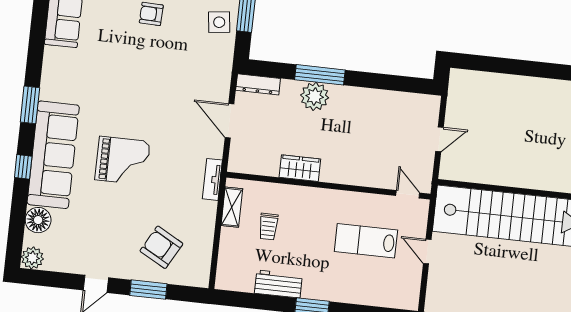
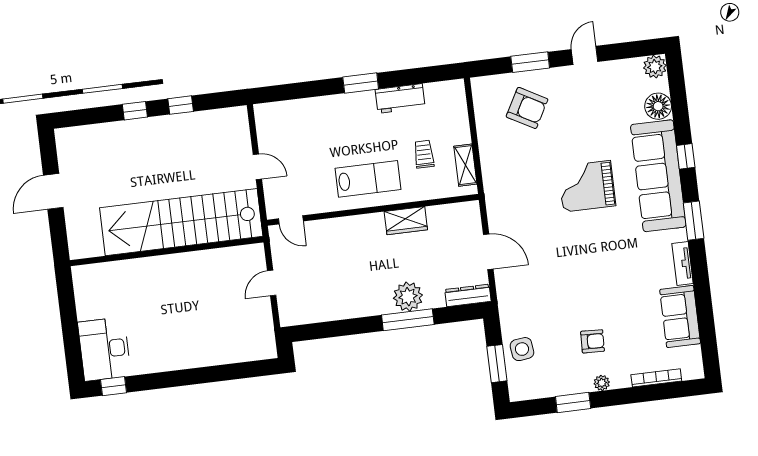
tv unit: (212, 179) -> (683, 264), moved, turned 180
lab bench: (366, 241) -> (368, 179), moved

